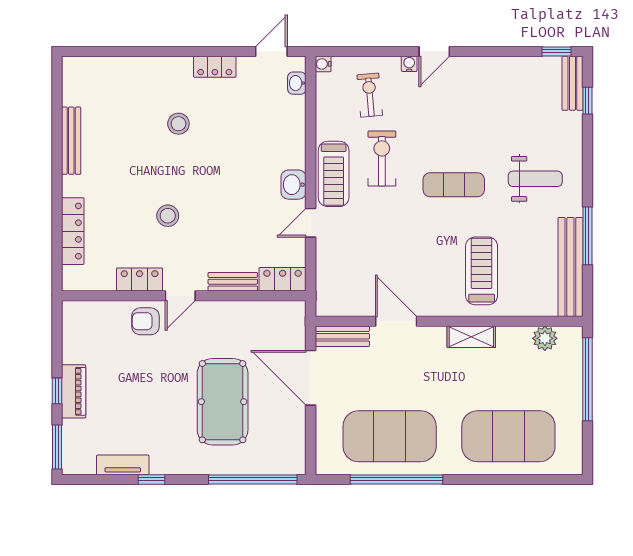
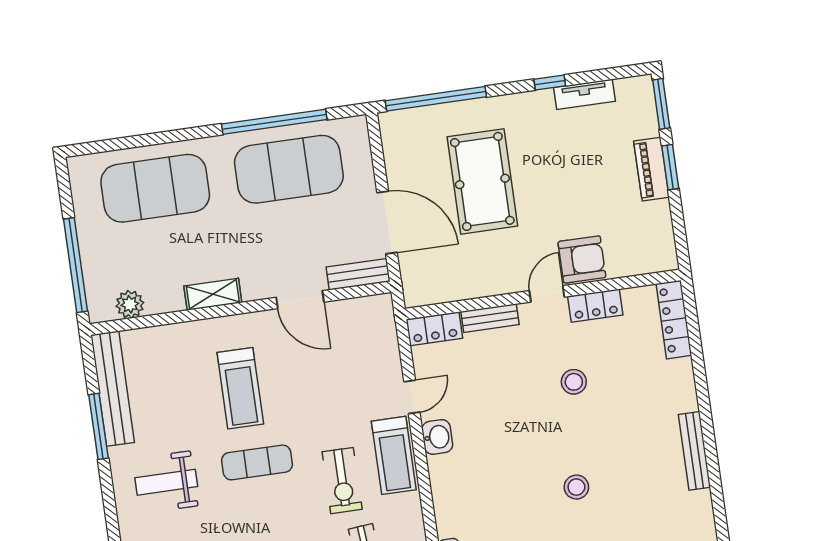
treadmill: (334, 174) -> (394, 455), turned 180
locker: (73, 231) -> (674, 320), moved
treadmill: (482, 271) -> (240, 388), moved
armchair: (145, 321) -> (582, 260), width x1.38, depth x1.38
window: (57, 391) -> (670, 167), width x1.50

